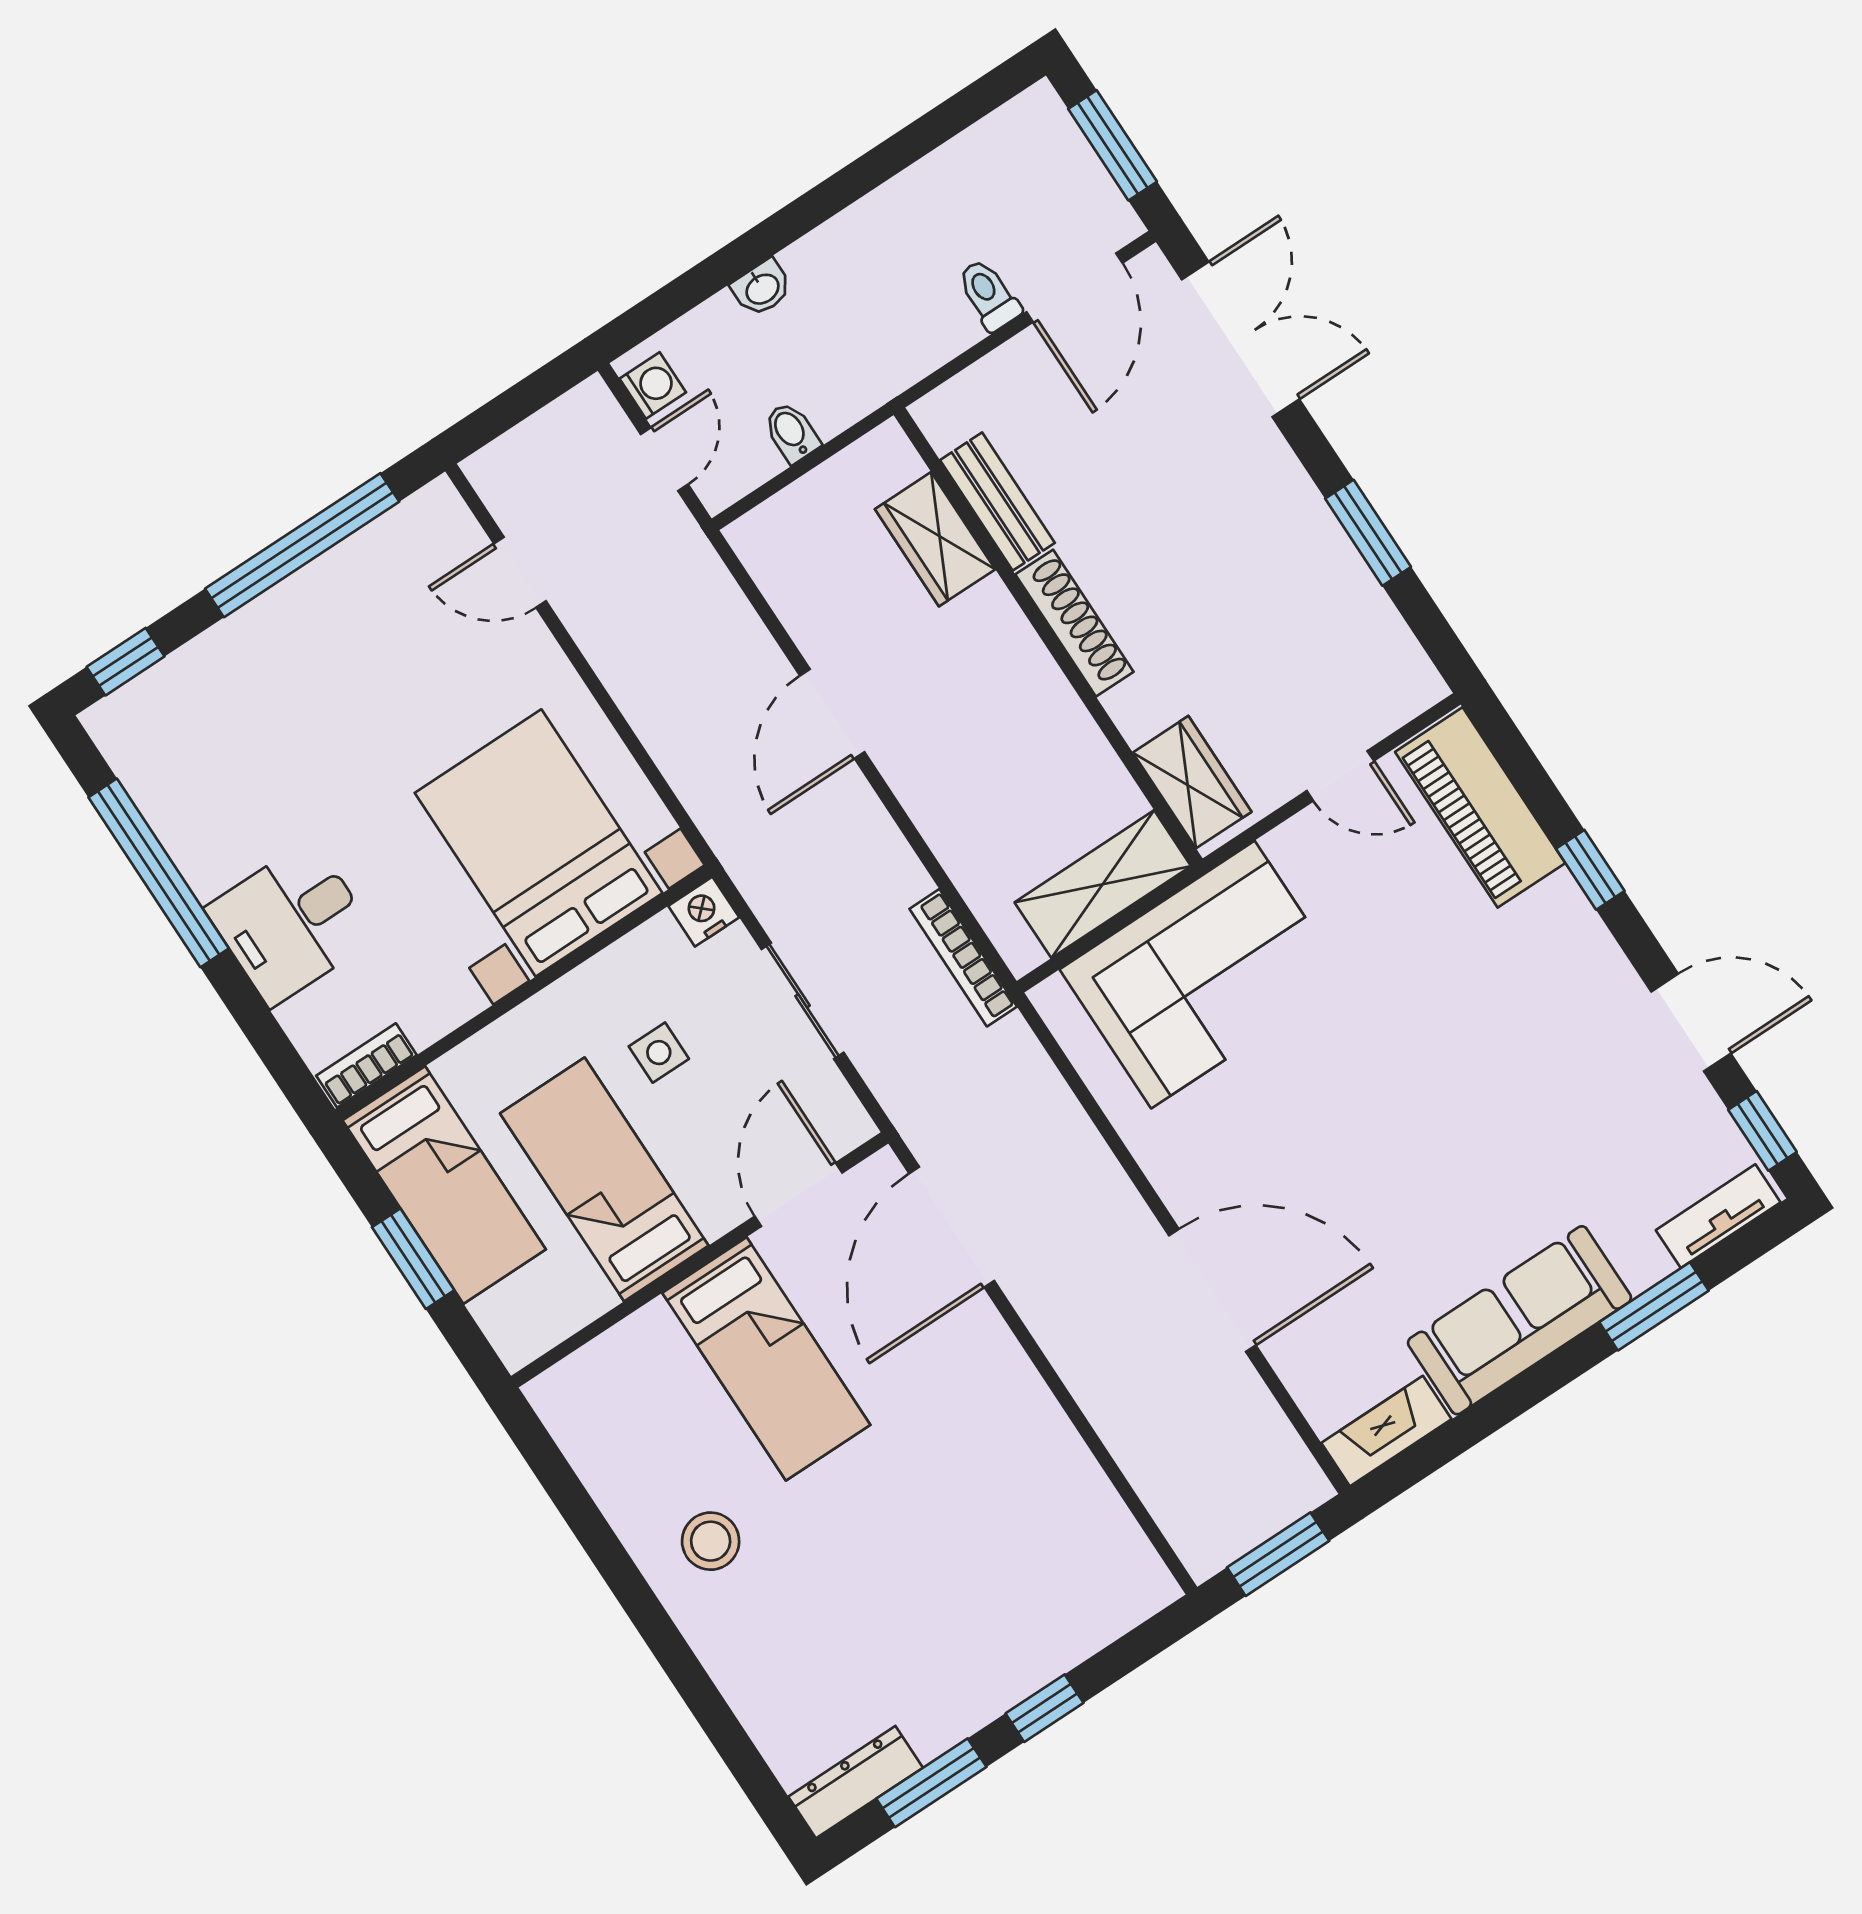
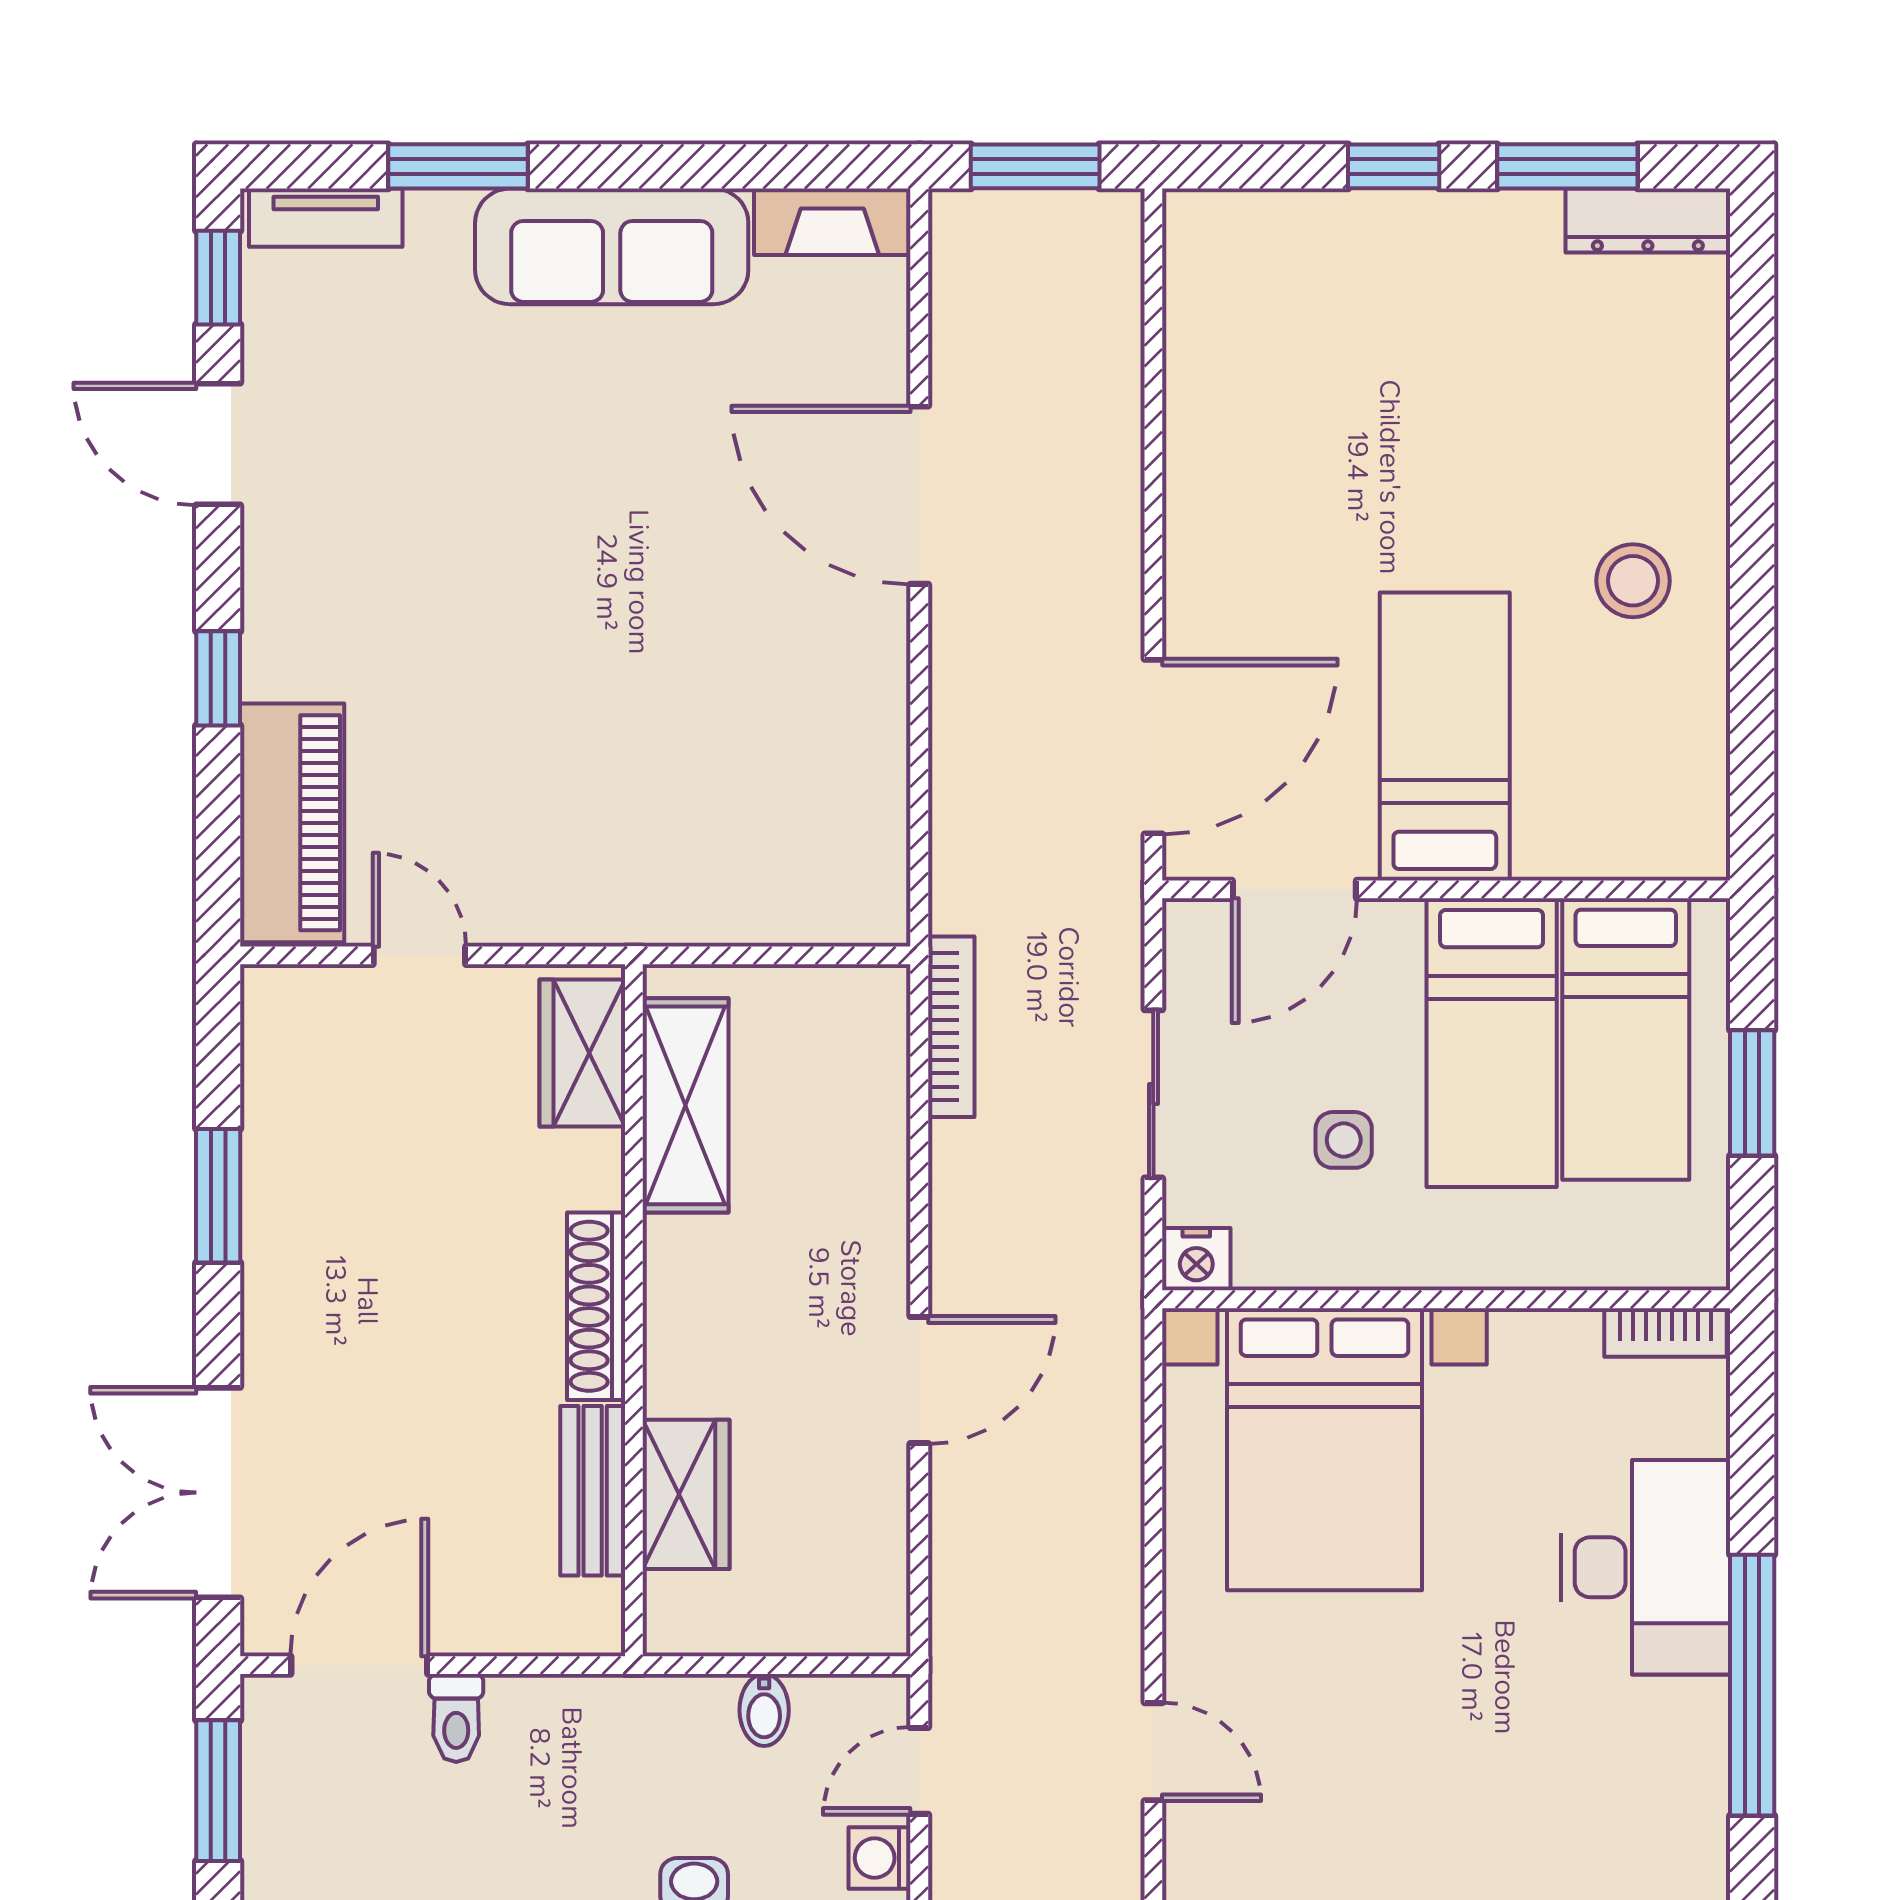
shelving: (1103, 884) -> (686, 1105), moved, turned 90
desk: (291, 923) -> (1646, 1567), width x1.37
corner sofa: (1203, 975) -> (707, 840), removed
bed: (444, 1185) -> (1626, 1039), moved, turned 180

